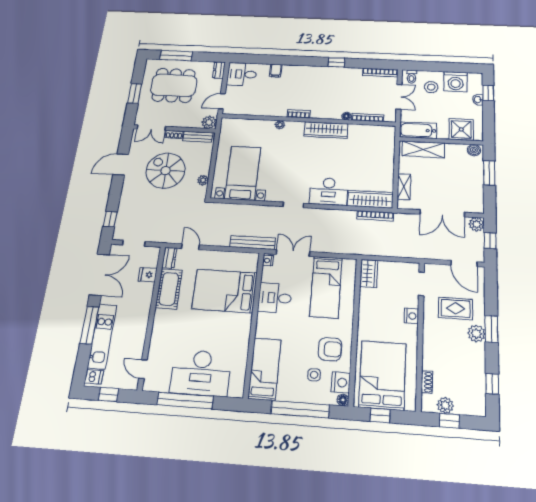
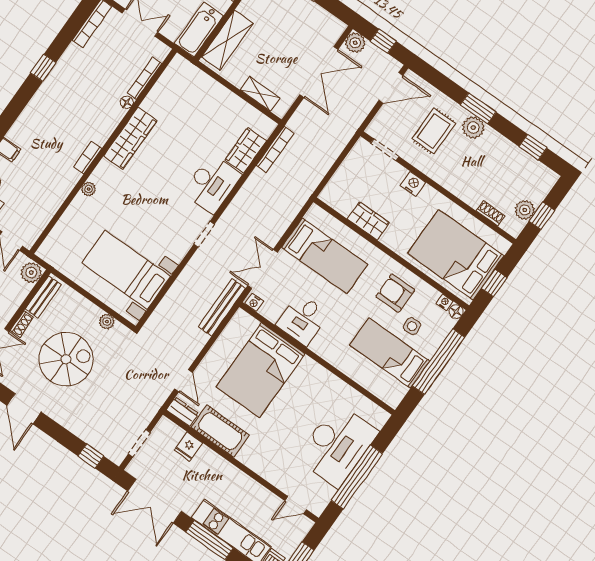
spiral stairs: (166, 171) -> (66, 359), turned 180
wardrobe: (370, 199) -> (246, 150), width x0.67
door: (190, 247) -> (184, 381), swing flipped
wardrobe: (369, 273) -> (368, 221), moved
double door: (99, 275) -> (155, 501), swing flipped
armchair: (330, 349) -> (395, 293), turned -90
bed: (265, 369) -> (390, 353), moved
nightstand: (341, 382) -> (444, 302), width x0.53, depth x0.56

